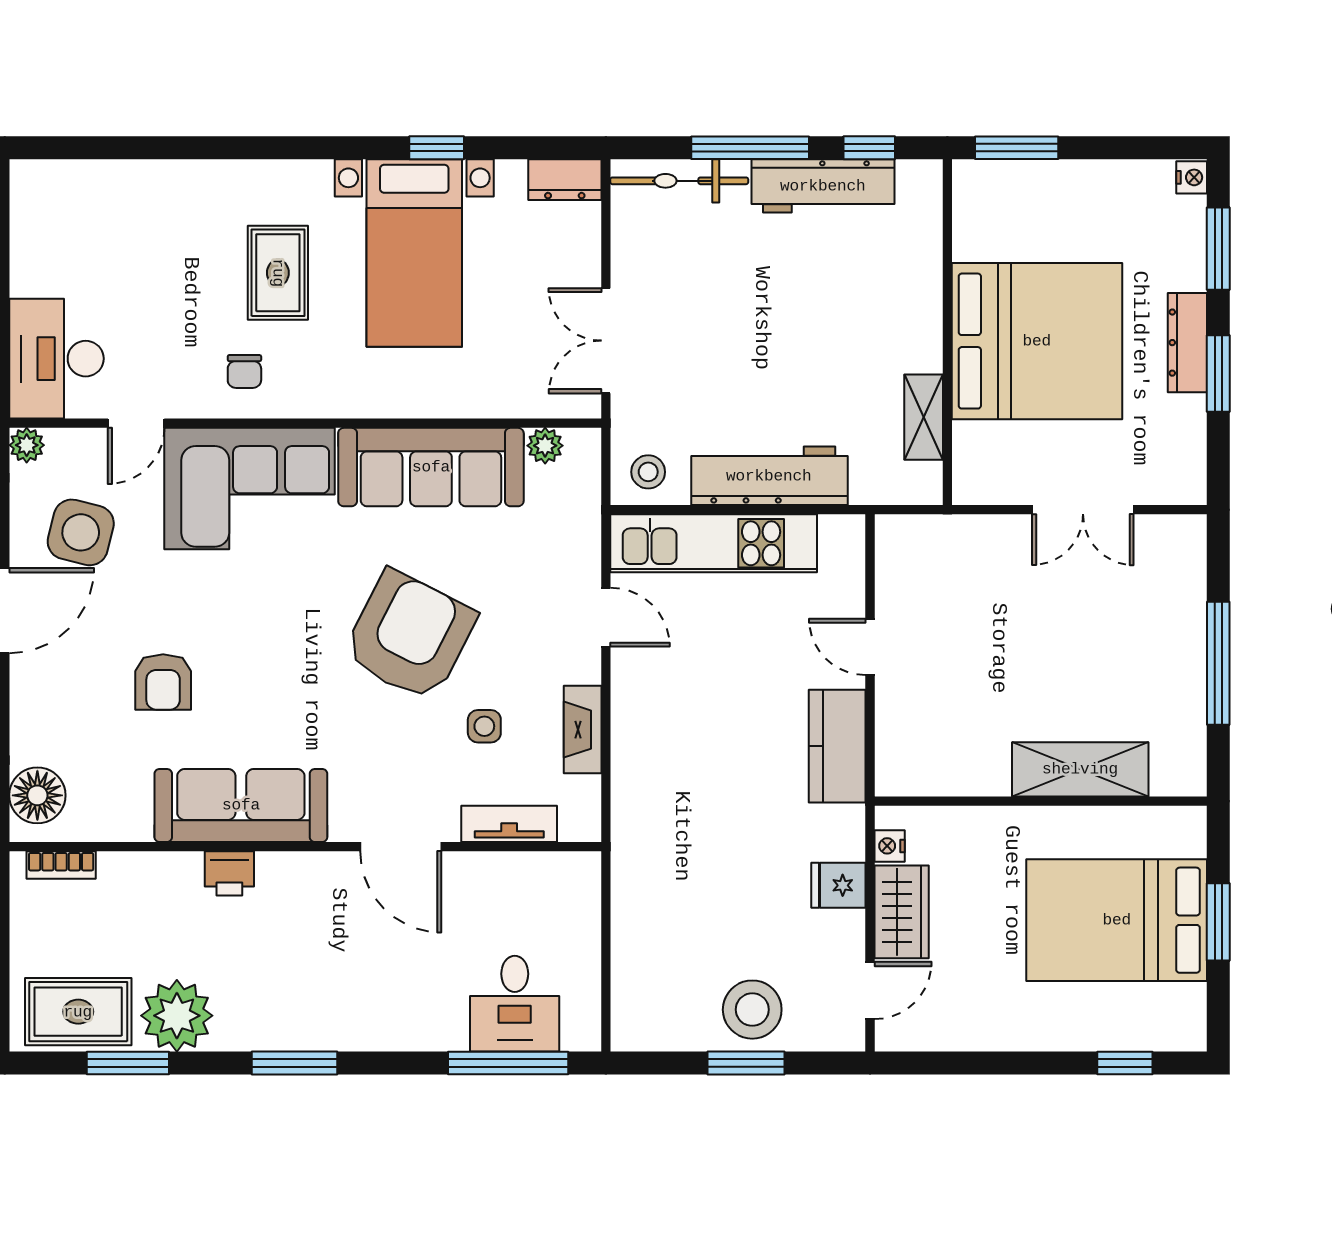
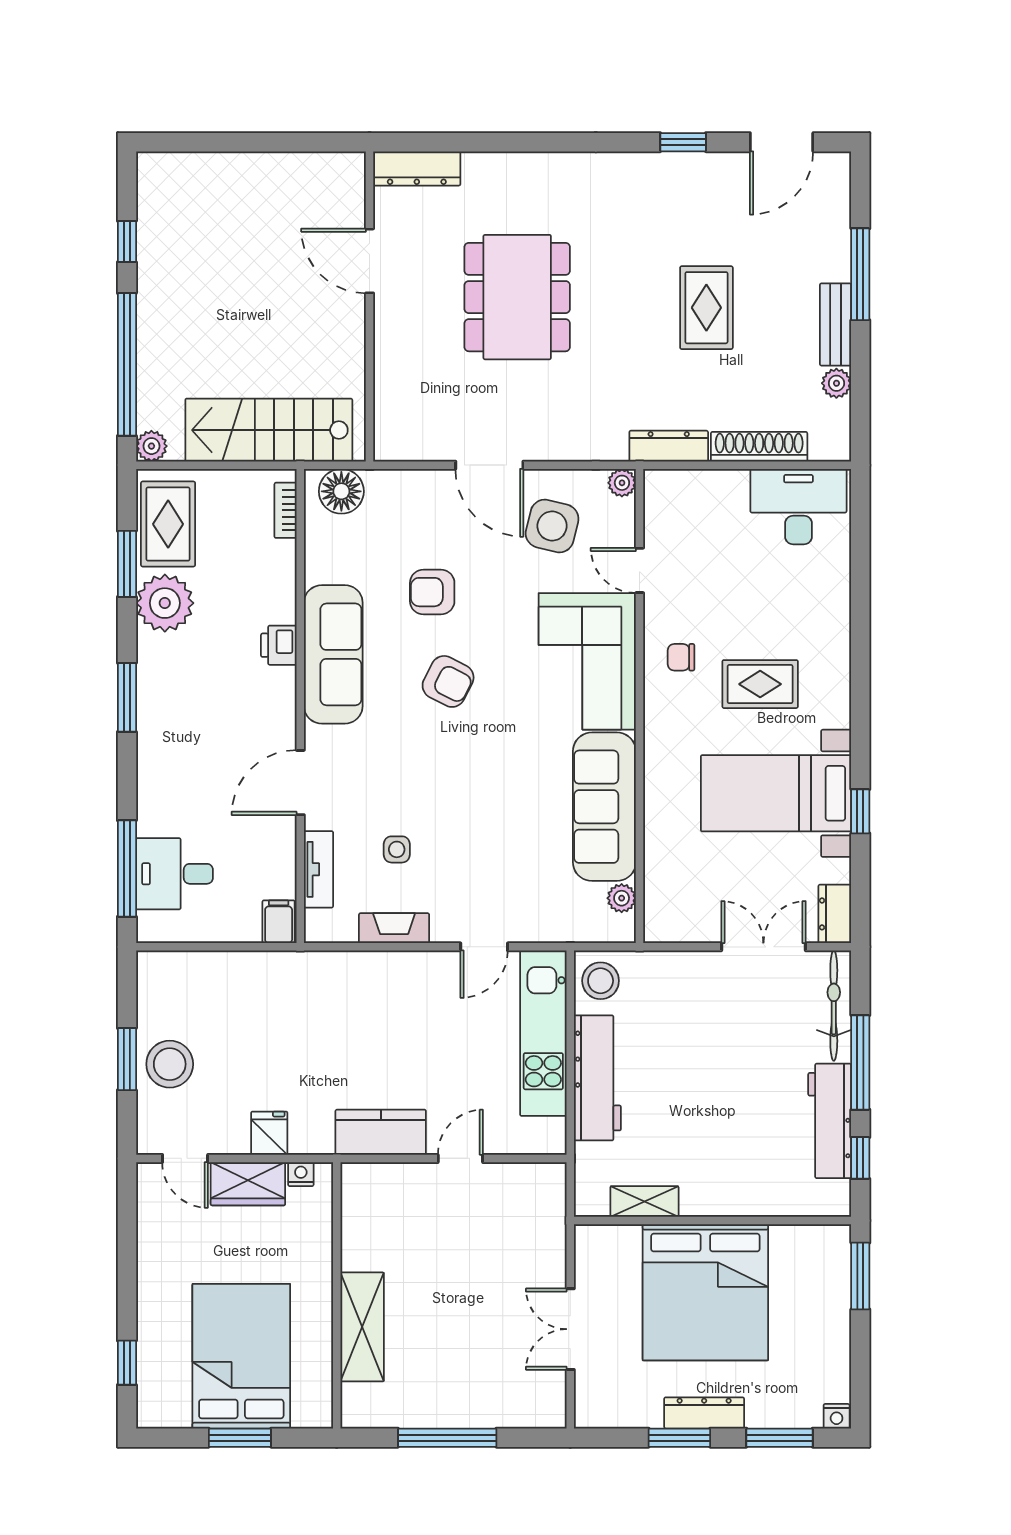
double door: (606, 341) -> (763, 947), moved
desk: (56, 359) -> (798, 507), moved
stool: (648, 472) -> (601, 981), width x1.37, depth x1.37
armchair: (410, 636) -> (448, 681), moved, width x0.53, depth x0.53
filing cabinet: (575, 874) -> (279, 922), added

